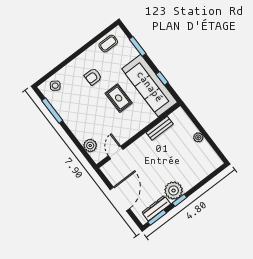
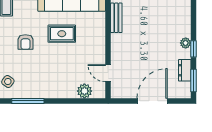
plant: (174, 190) -> (186, 43), width x0.53, depth x0.53
door: (120, 199) -> (152, 101), hinge flipped
dresser: (156, 208) -> (185, 70), width x0.70

